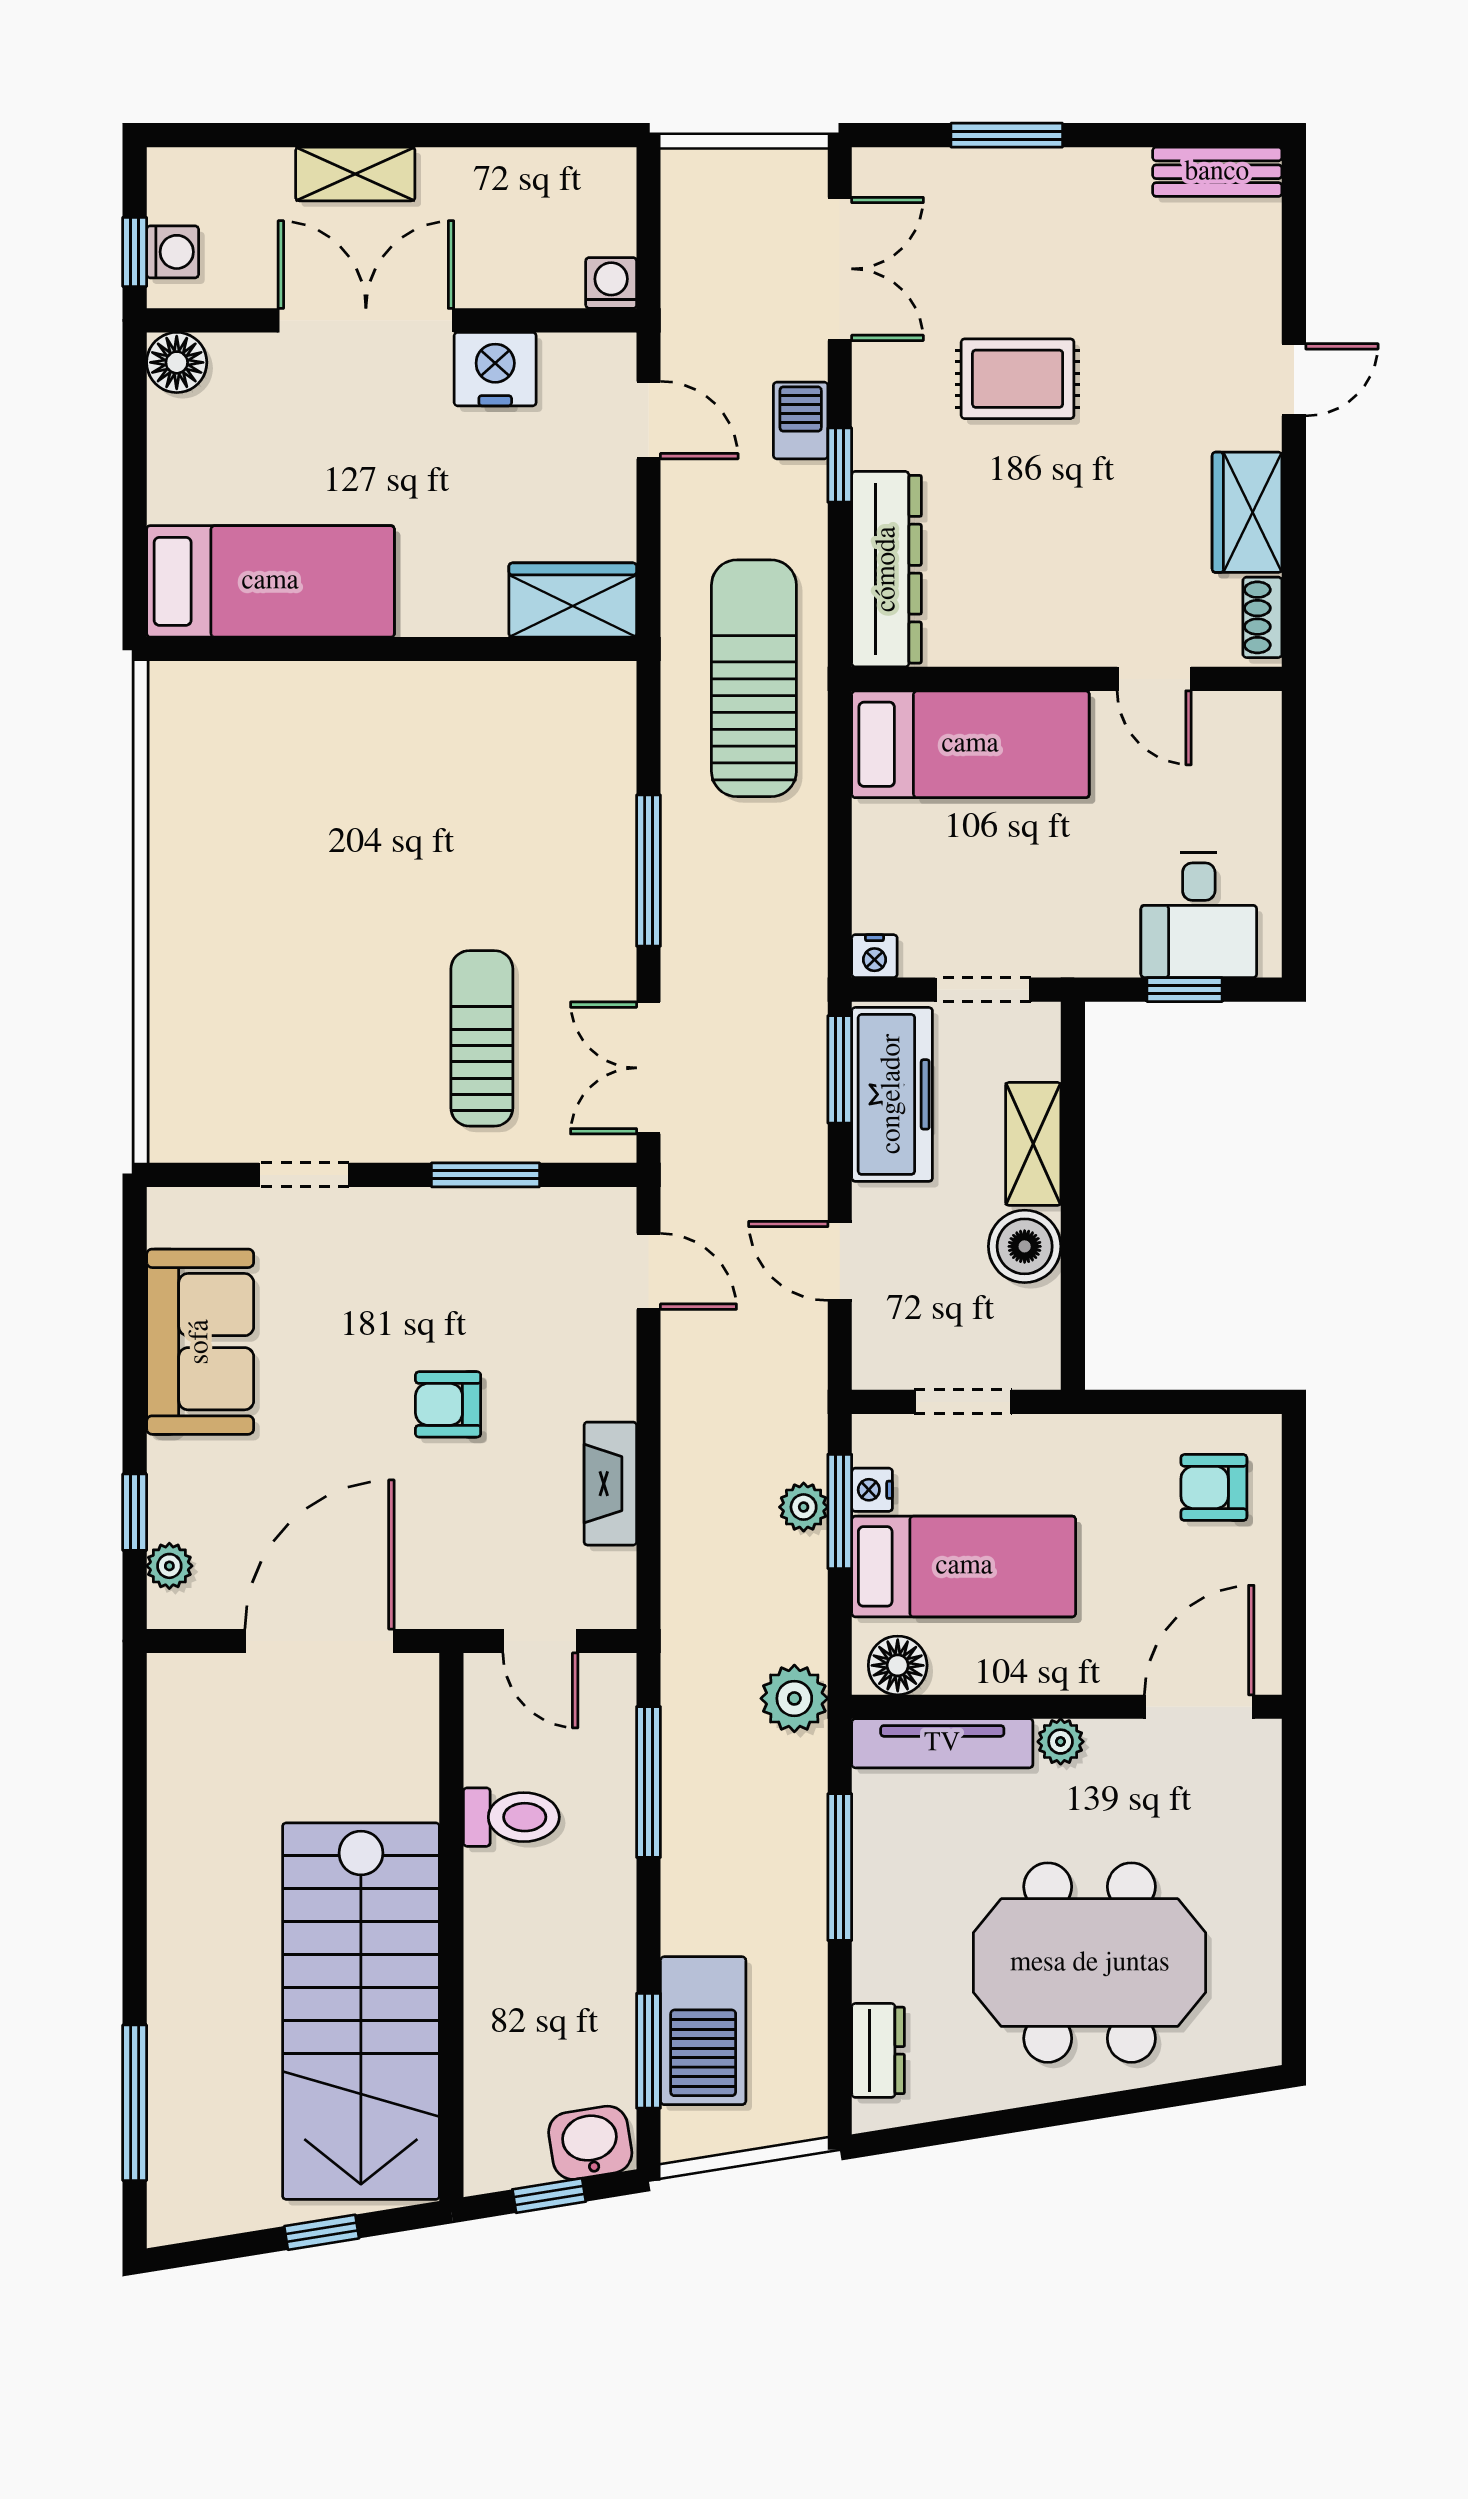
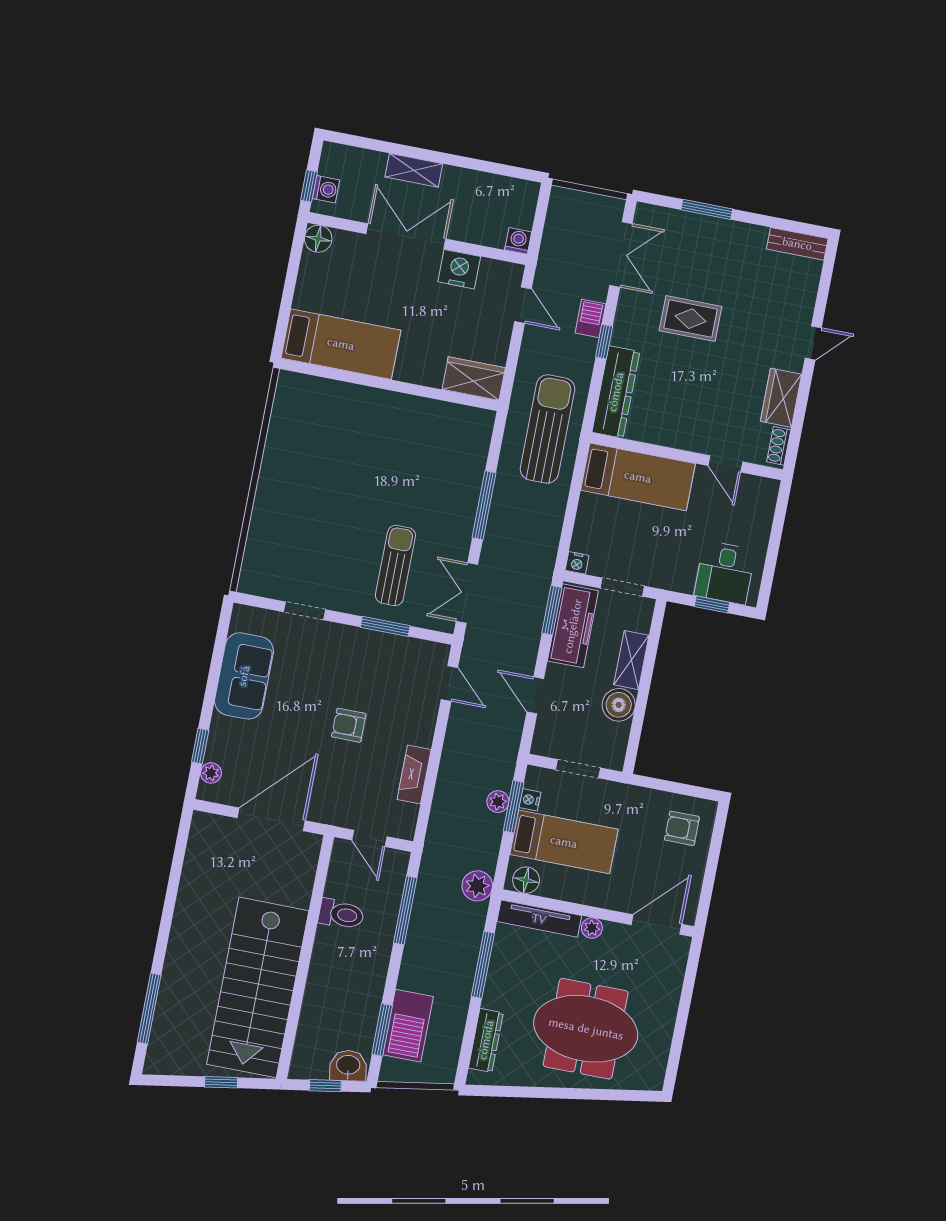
dresser: (878, 2050) -> (486, 1040), width x1.44

